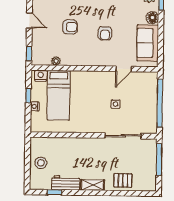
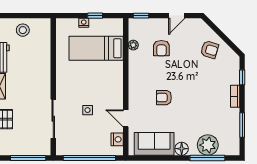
armchair: (70, 27) -> (161, 48), moved
nightstand: (41, 76) -> (117, 139), moved

